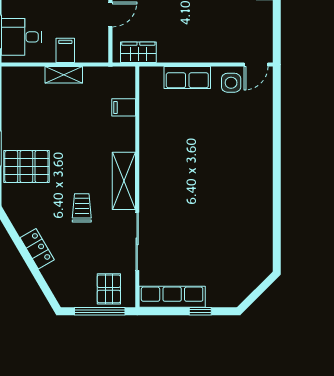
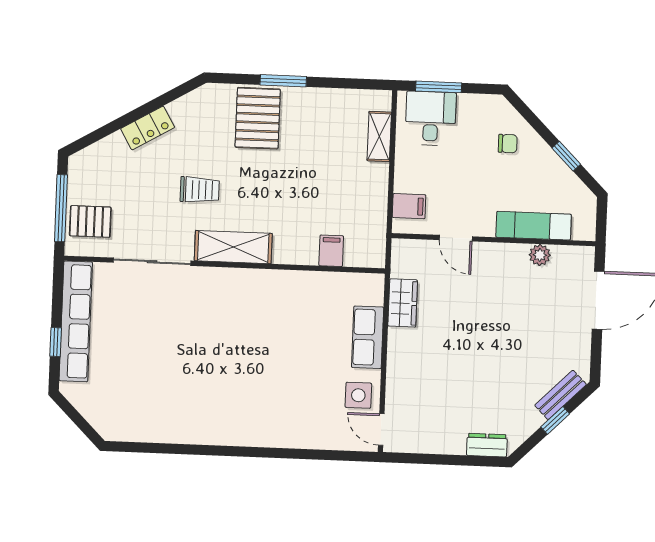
filing cabinet: (65, 50) -> (409, 206), moved
wardrobe: (138, 52) -> (403, 303), moved
shelving: (64, 75) -> (379, 136), moved
row of seats: (172, 297) -> (76, 321), width x1.36

